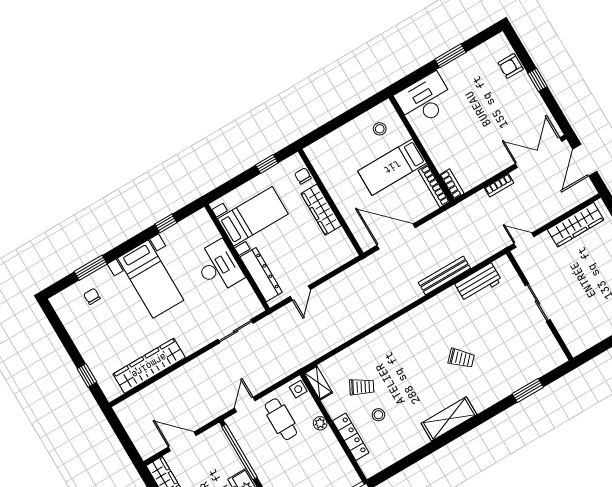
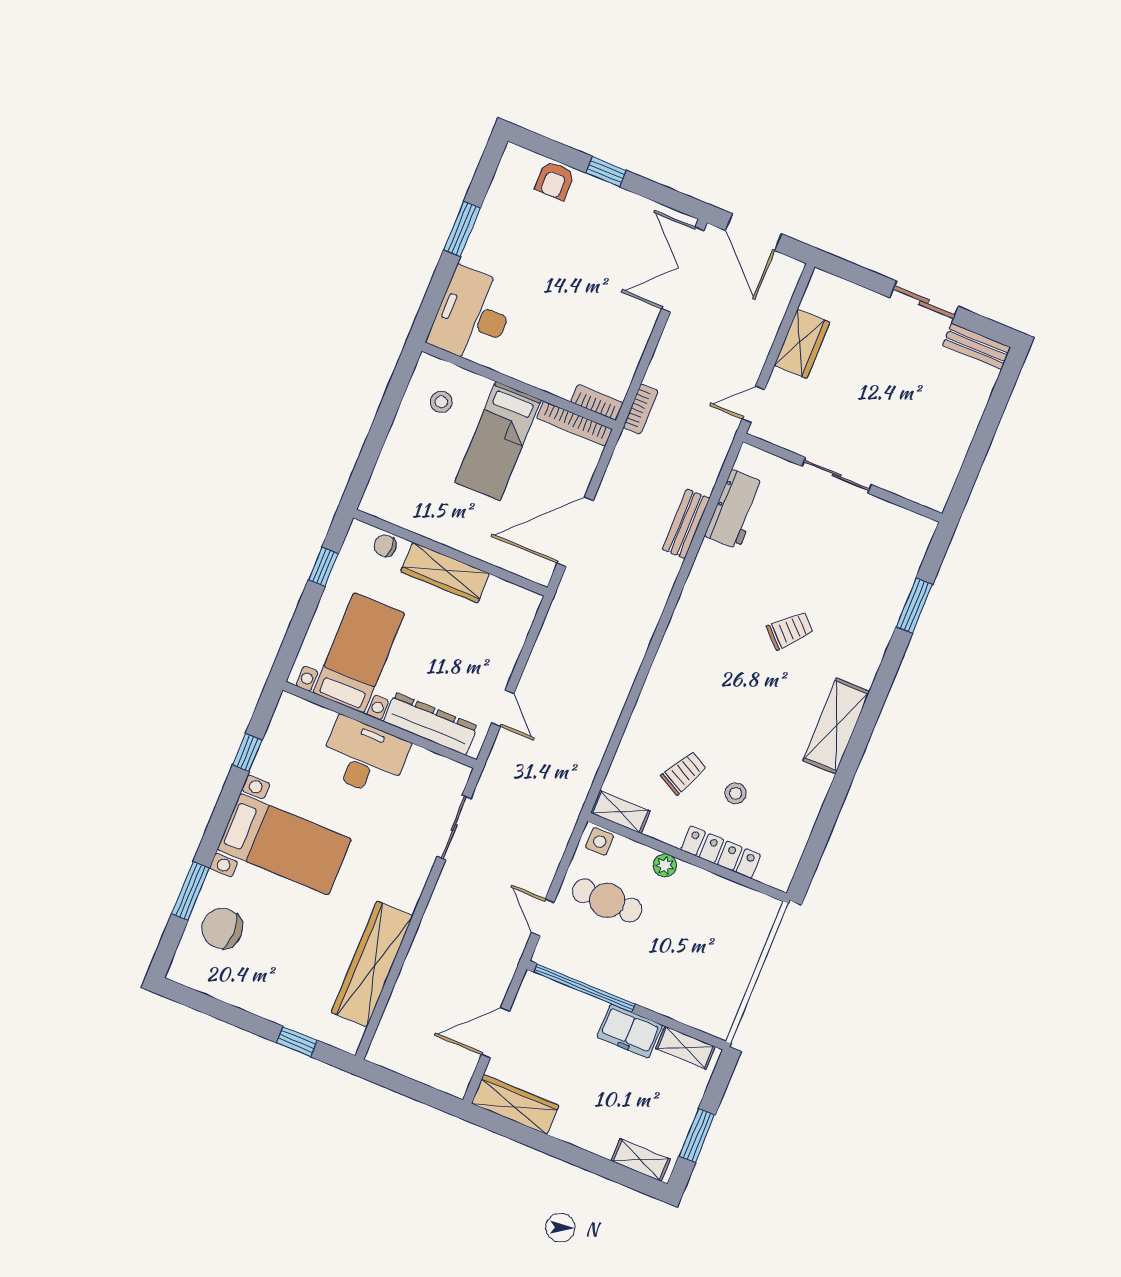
bookcase: (499, 185) -> (641, 409), moved
wardrobe: (576, 225) -> (802, 344), width x0.67
bench: (444, 275) -> (686, 524), width x0.73
chair: (92, 296) -> (222, 929), width x1.87, depth x1.87

